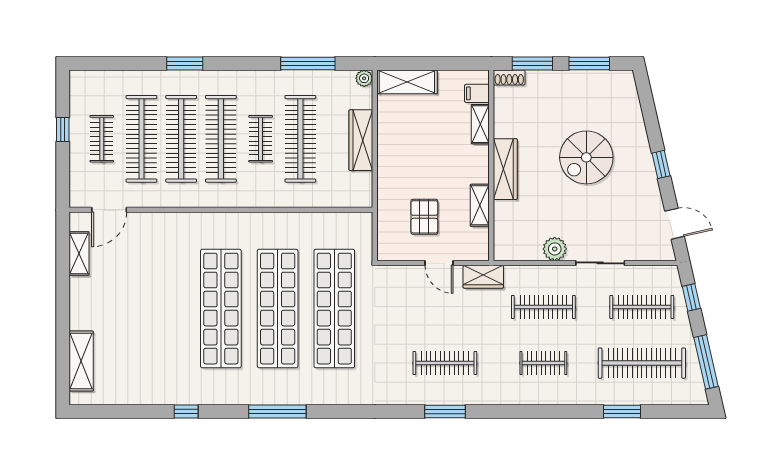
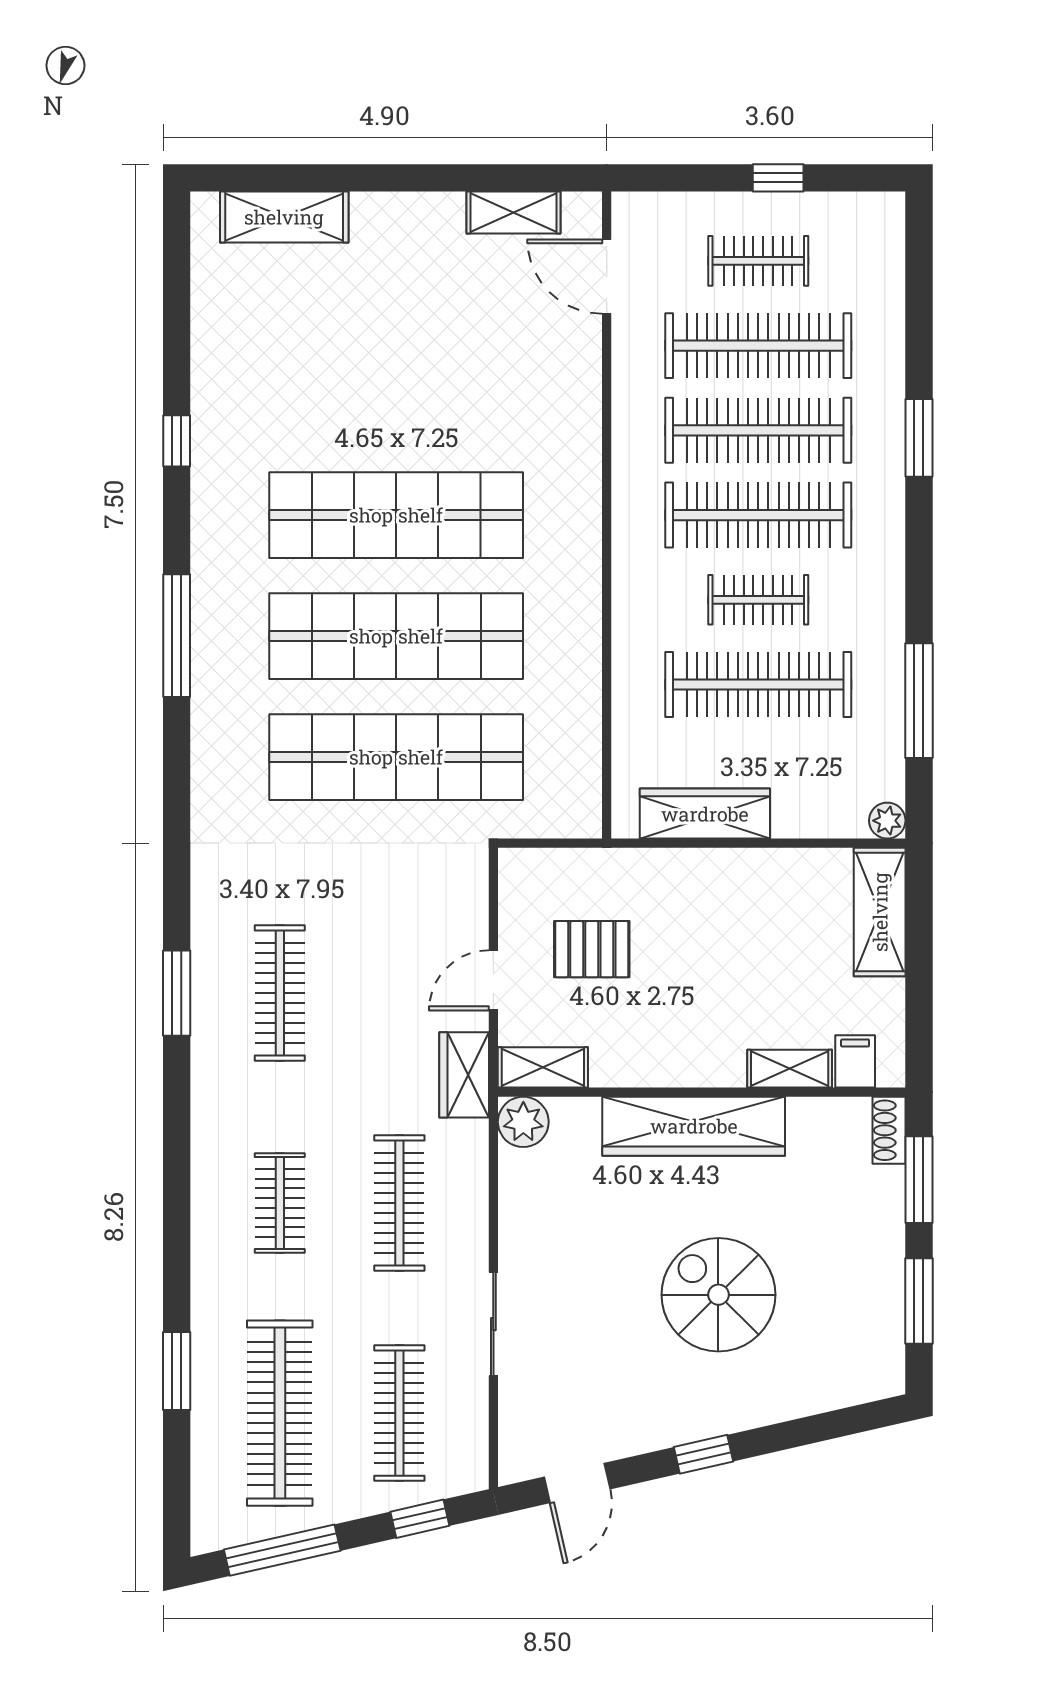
wardrobe: (361, 140) -> (705, 814), moved
wardrobe: (505, 169) -> (694, 1126), width x1.40, depth x1.17
shelving: (480, 205) -> (543, 1067), moved
plant: (555, 249) -> (523, 1122), moved

